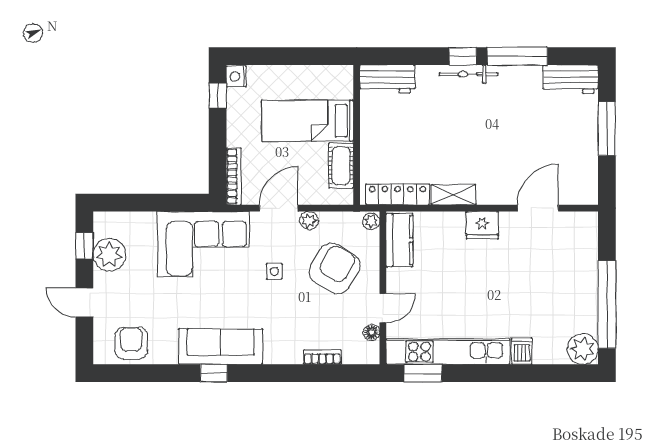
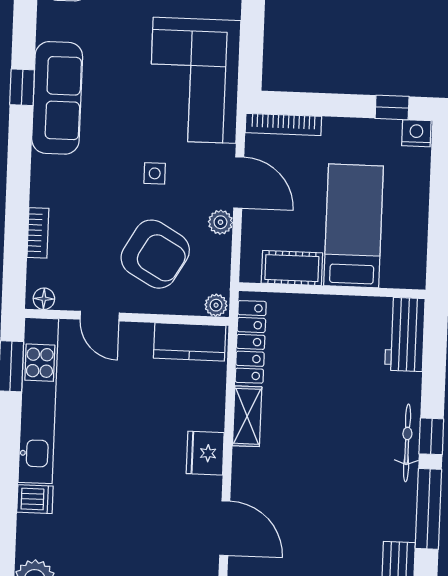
floor lamp: (372, 332) -> (44, 299), moved

